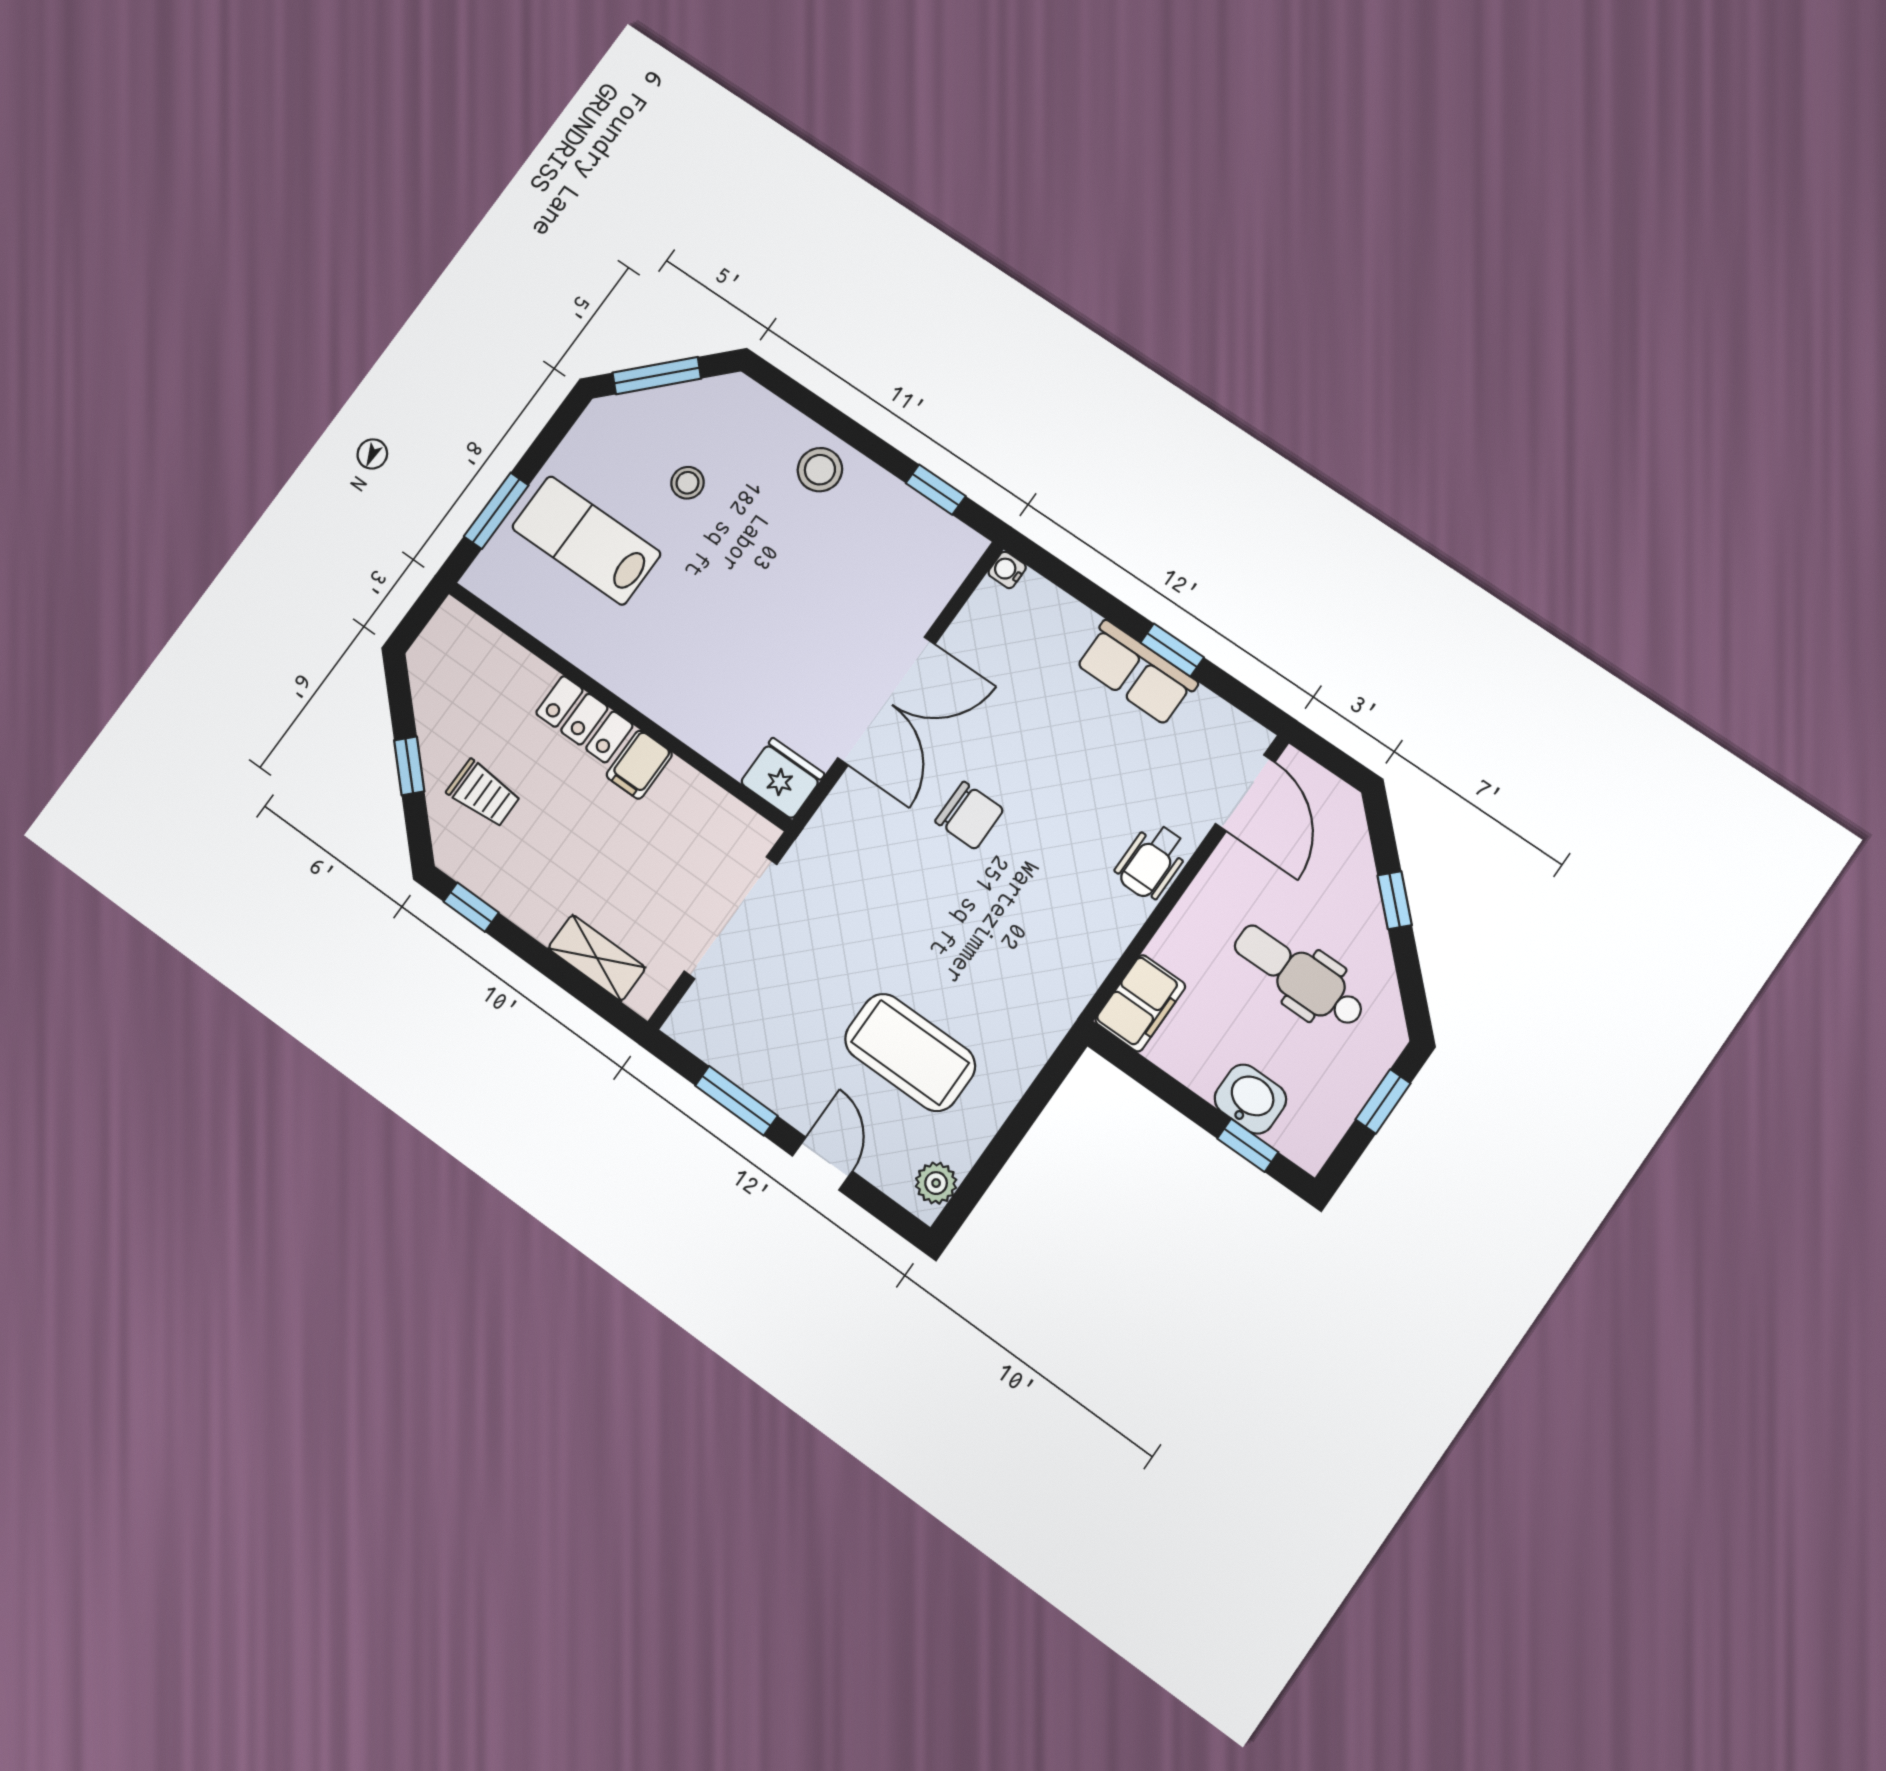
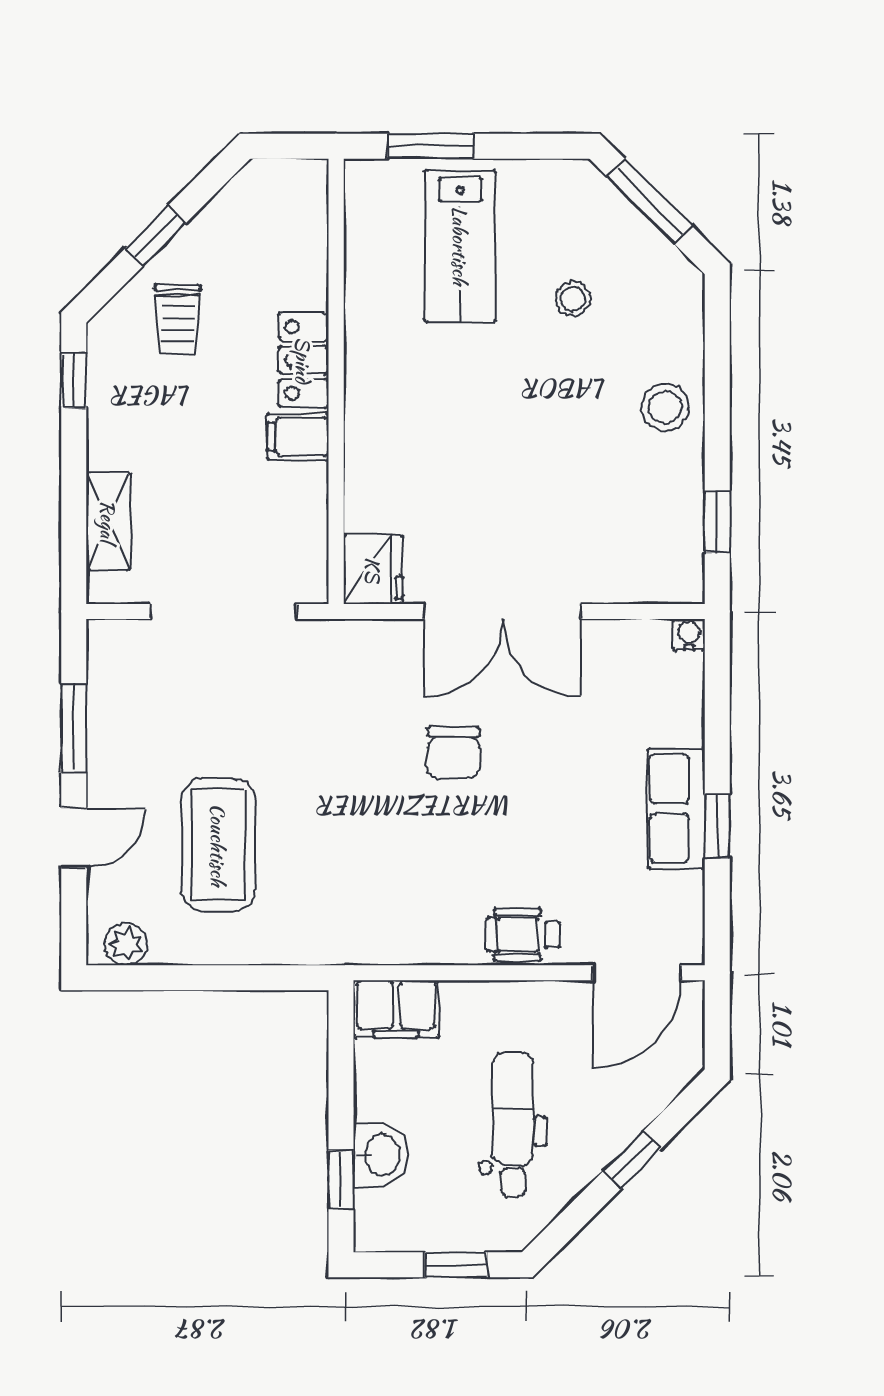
lab bench: (586, 540) -> (460, 246), turned 180

